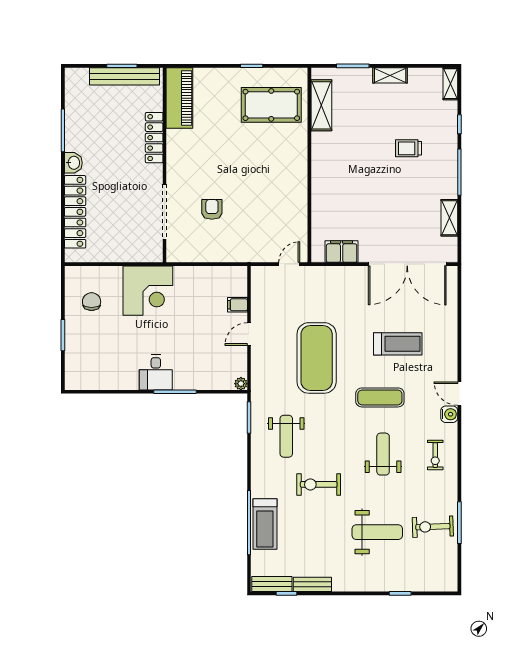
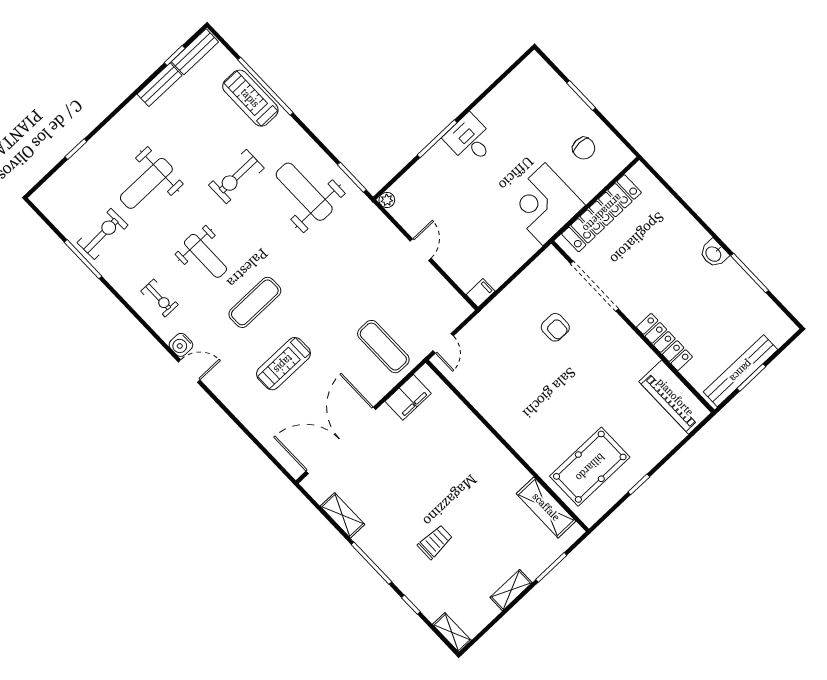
locker: (75, 212) -> (602, 213), moved, turned -90
filing cabinet: (237, 305) -> (481, 293), moved
exercise mat: (317, 358) -> (383, 347), moved, width x0.50, depth x0.69
weight bench: (286, 436) -> (304, 192), width x1.36, depth x1.33
exercise bike: (435, 455) -> (159, 298), turned 180
exercise bike: (319, 484) -> (236, 177), turned 180

